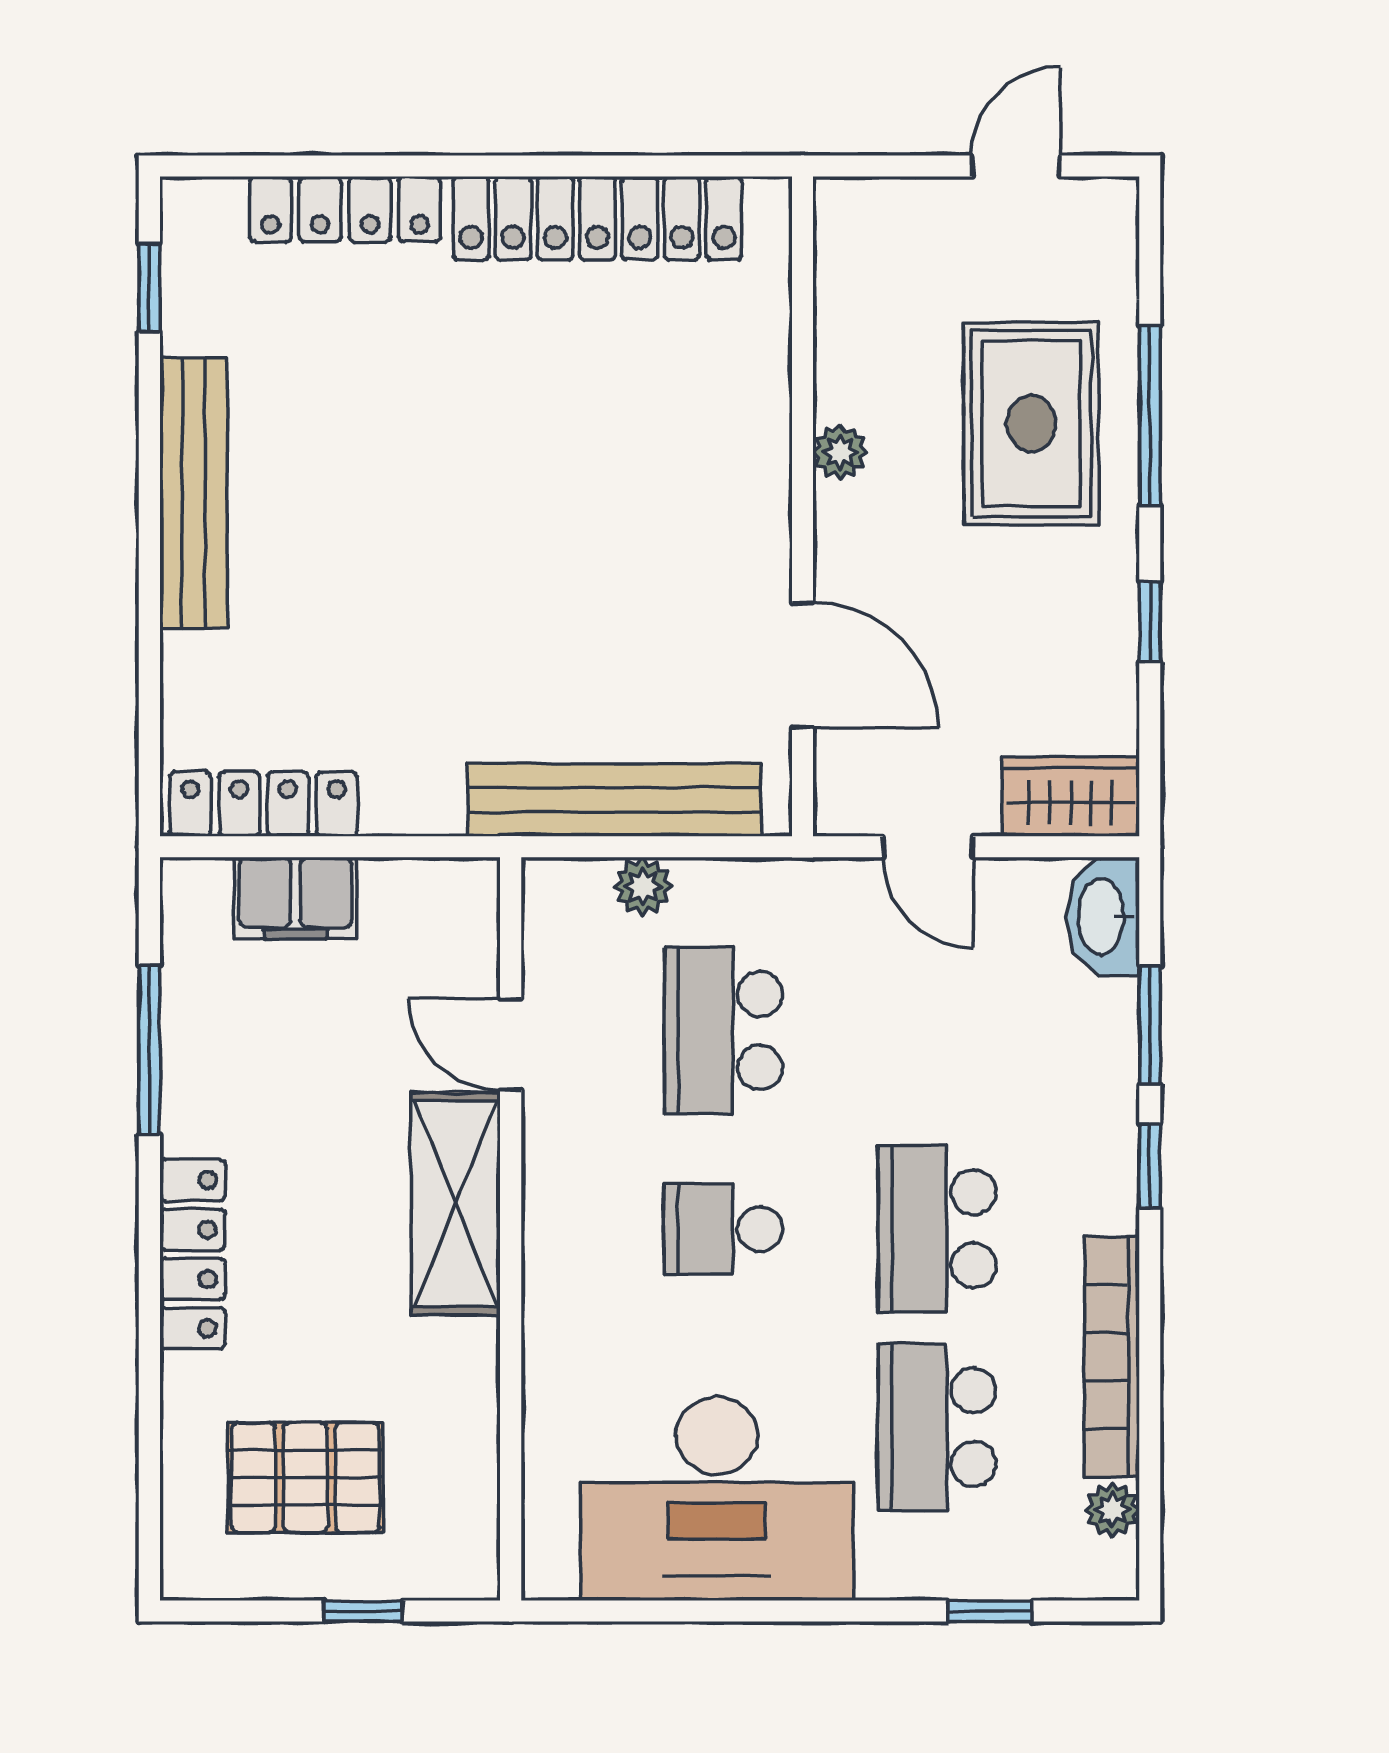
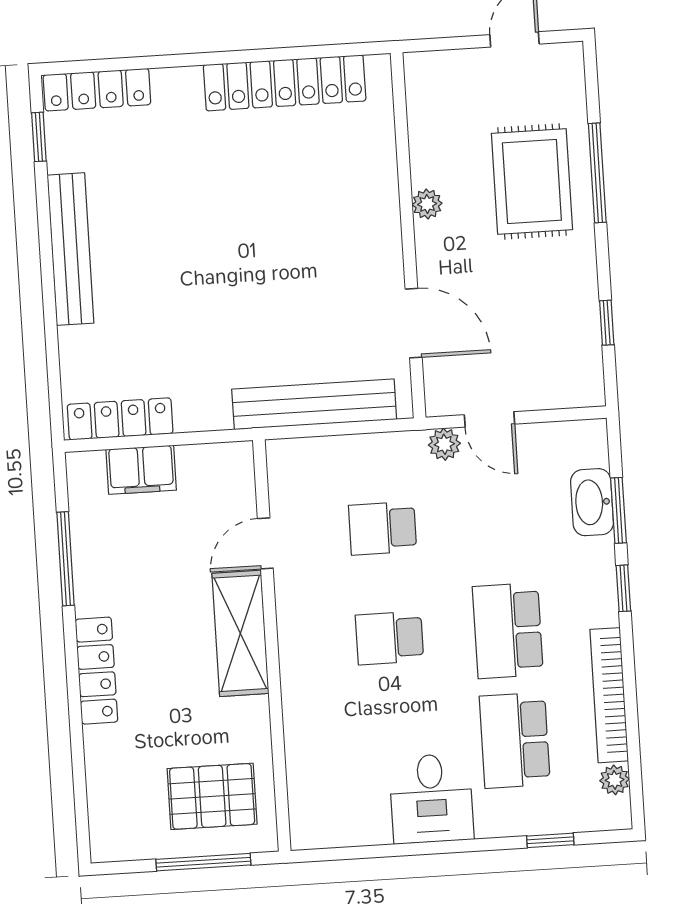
locker: (345, 209) -> (97, 90), moved
window: (1150, 622) -> (607, 323), moved
wardrobe: (1071, 797) -> (567, 387), removed
plant: (643, 886) -> (444, 444), moved
washbasin: (1103, 917) -> (592, 502), moved
school desk: (723, 1031) -> (383, 528), width x0.54
door: (511, 1044) -> (265, 543), hinge flipped
pallet: (305, 1478) -> (212, 796), moved
desk: (717, 1499) -> (431, 798), width x0.53, depth x0.77
window: (363, 1611) -> (203, 862), width x2.17

